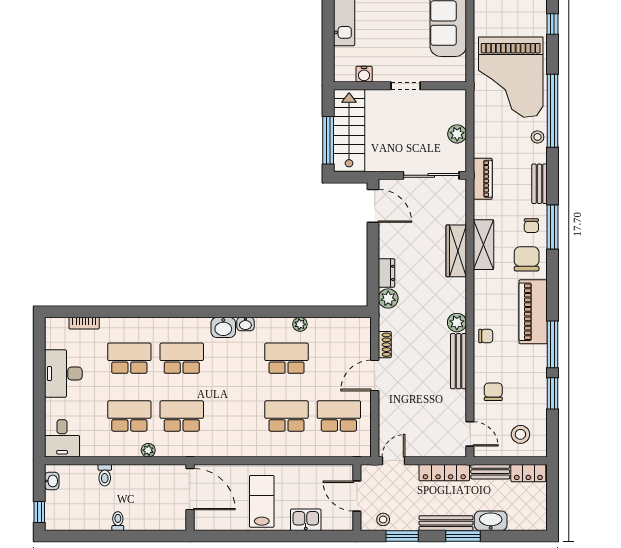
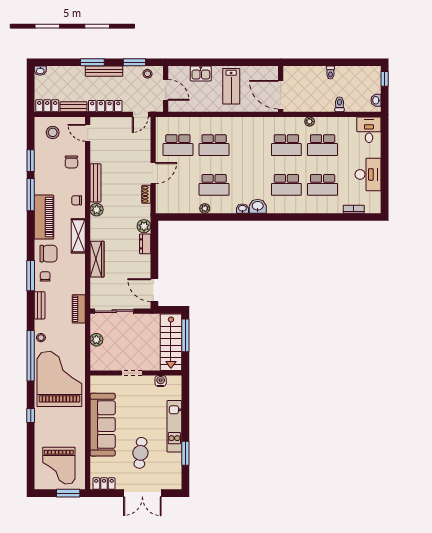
shelving: (483, 245) -> (78, 236), moved
chair: (527, 259) -> (48, 254), turned -90
washbasin: (491, 521) -> (40, 71), moved, width x0.52, depth x0.69

